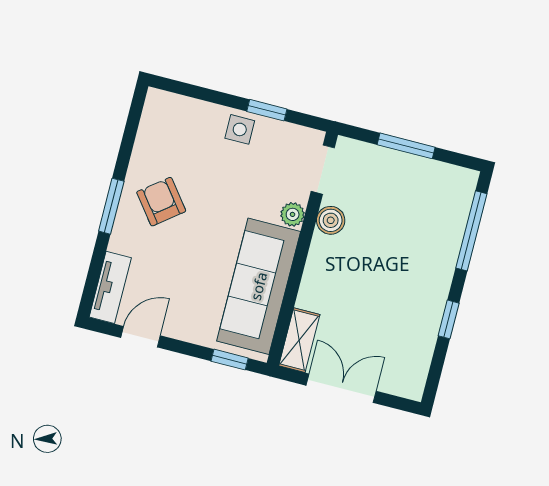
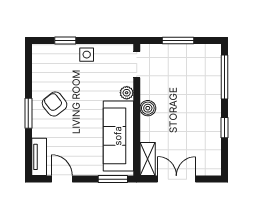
window: (267, 110) -> (65, 41), moved
boiler: (331, 220) -> (148, 108), moved
door: (140, 337) -> (62, 179), hinge flipped
window: (230, 360) -> (113, 179), width x1.50

